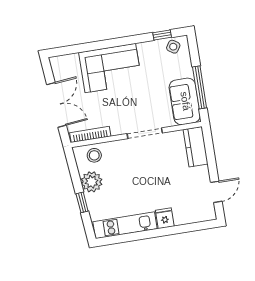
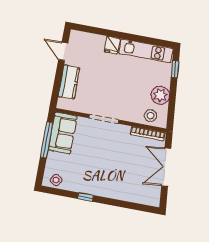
window: (162, 35) -> (86, 197), moved
corner sofa: (110, 68) -> (113, 181), removed
kitchen counter: (196, 147) -> (69, 82), moved
door: (216, 192) -> (63, 51), hinge flipped
window: (82, 202) -> (175, 69), moved

